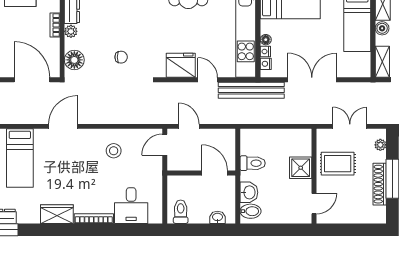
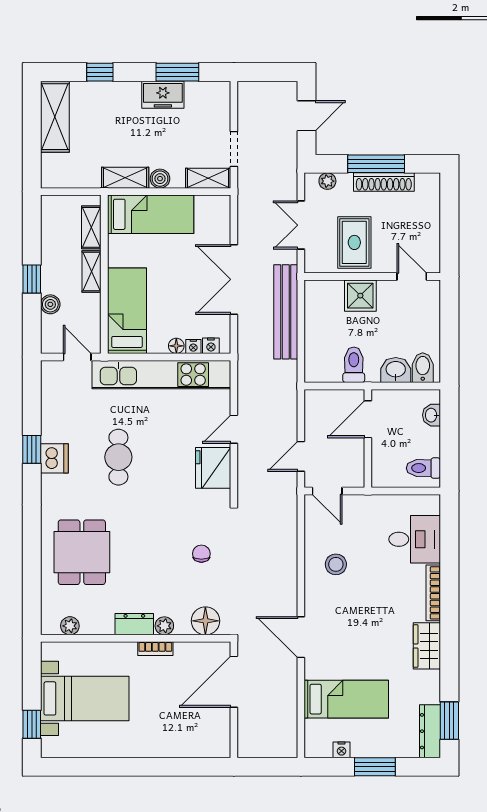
bench: (251, 90) -> (286, 312), moved

